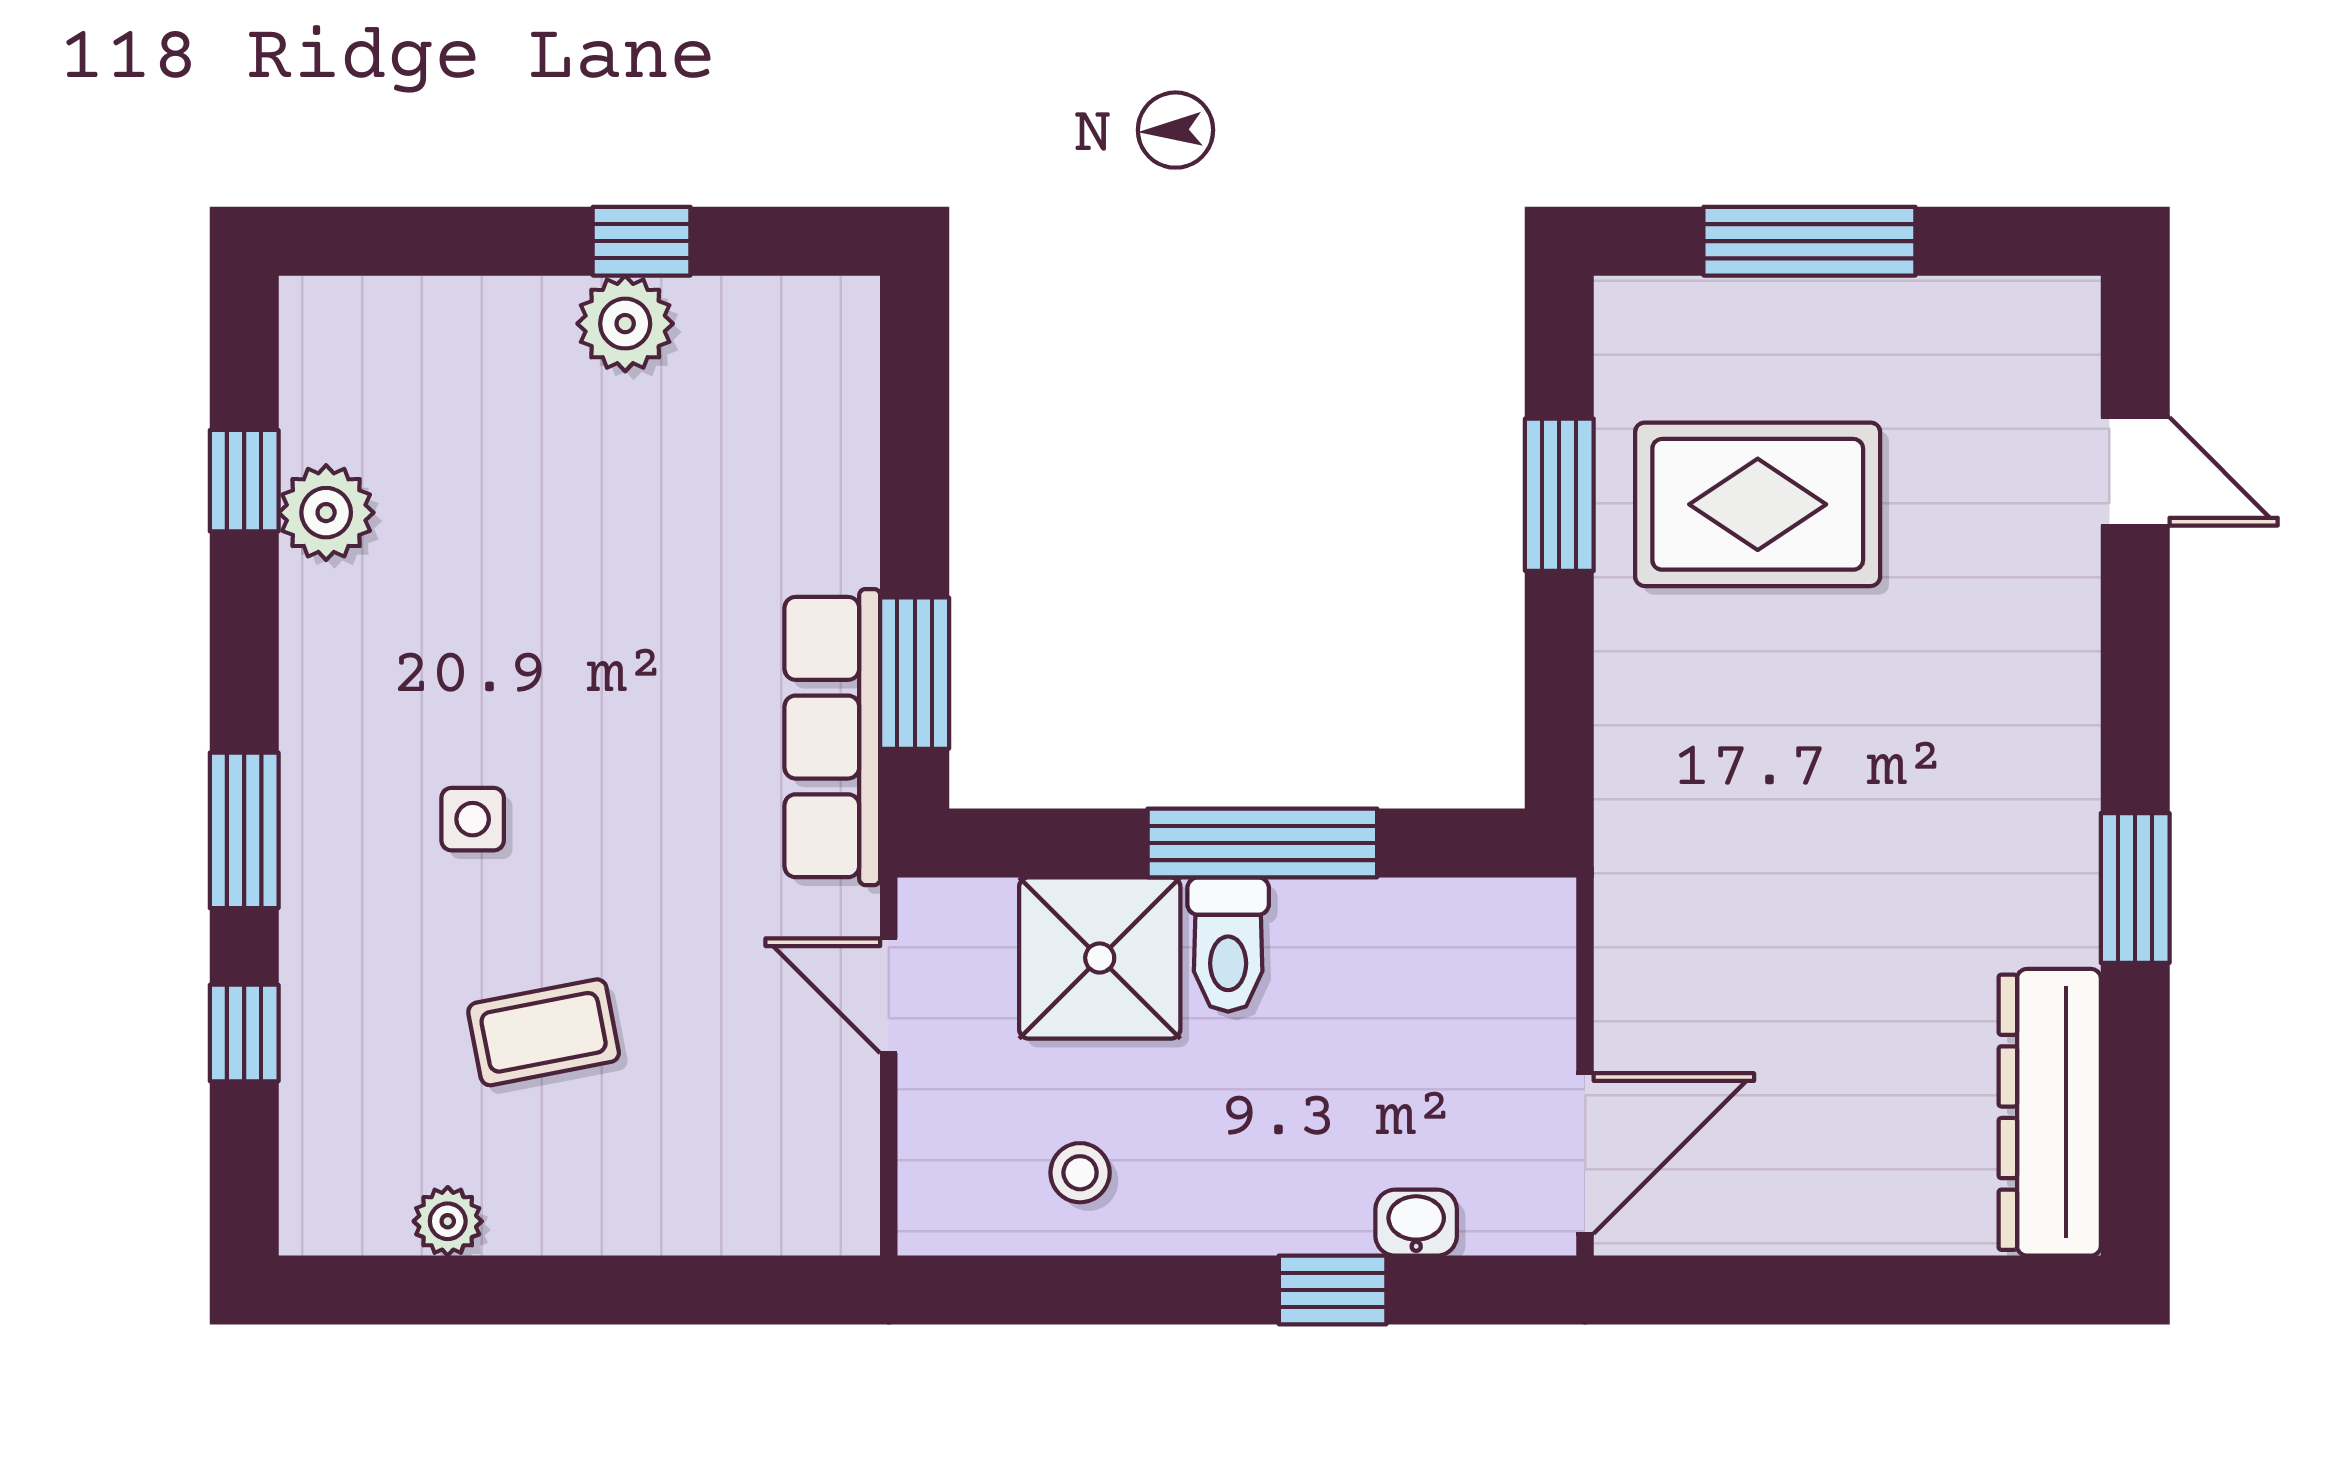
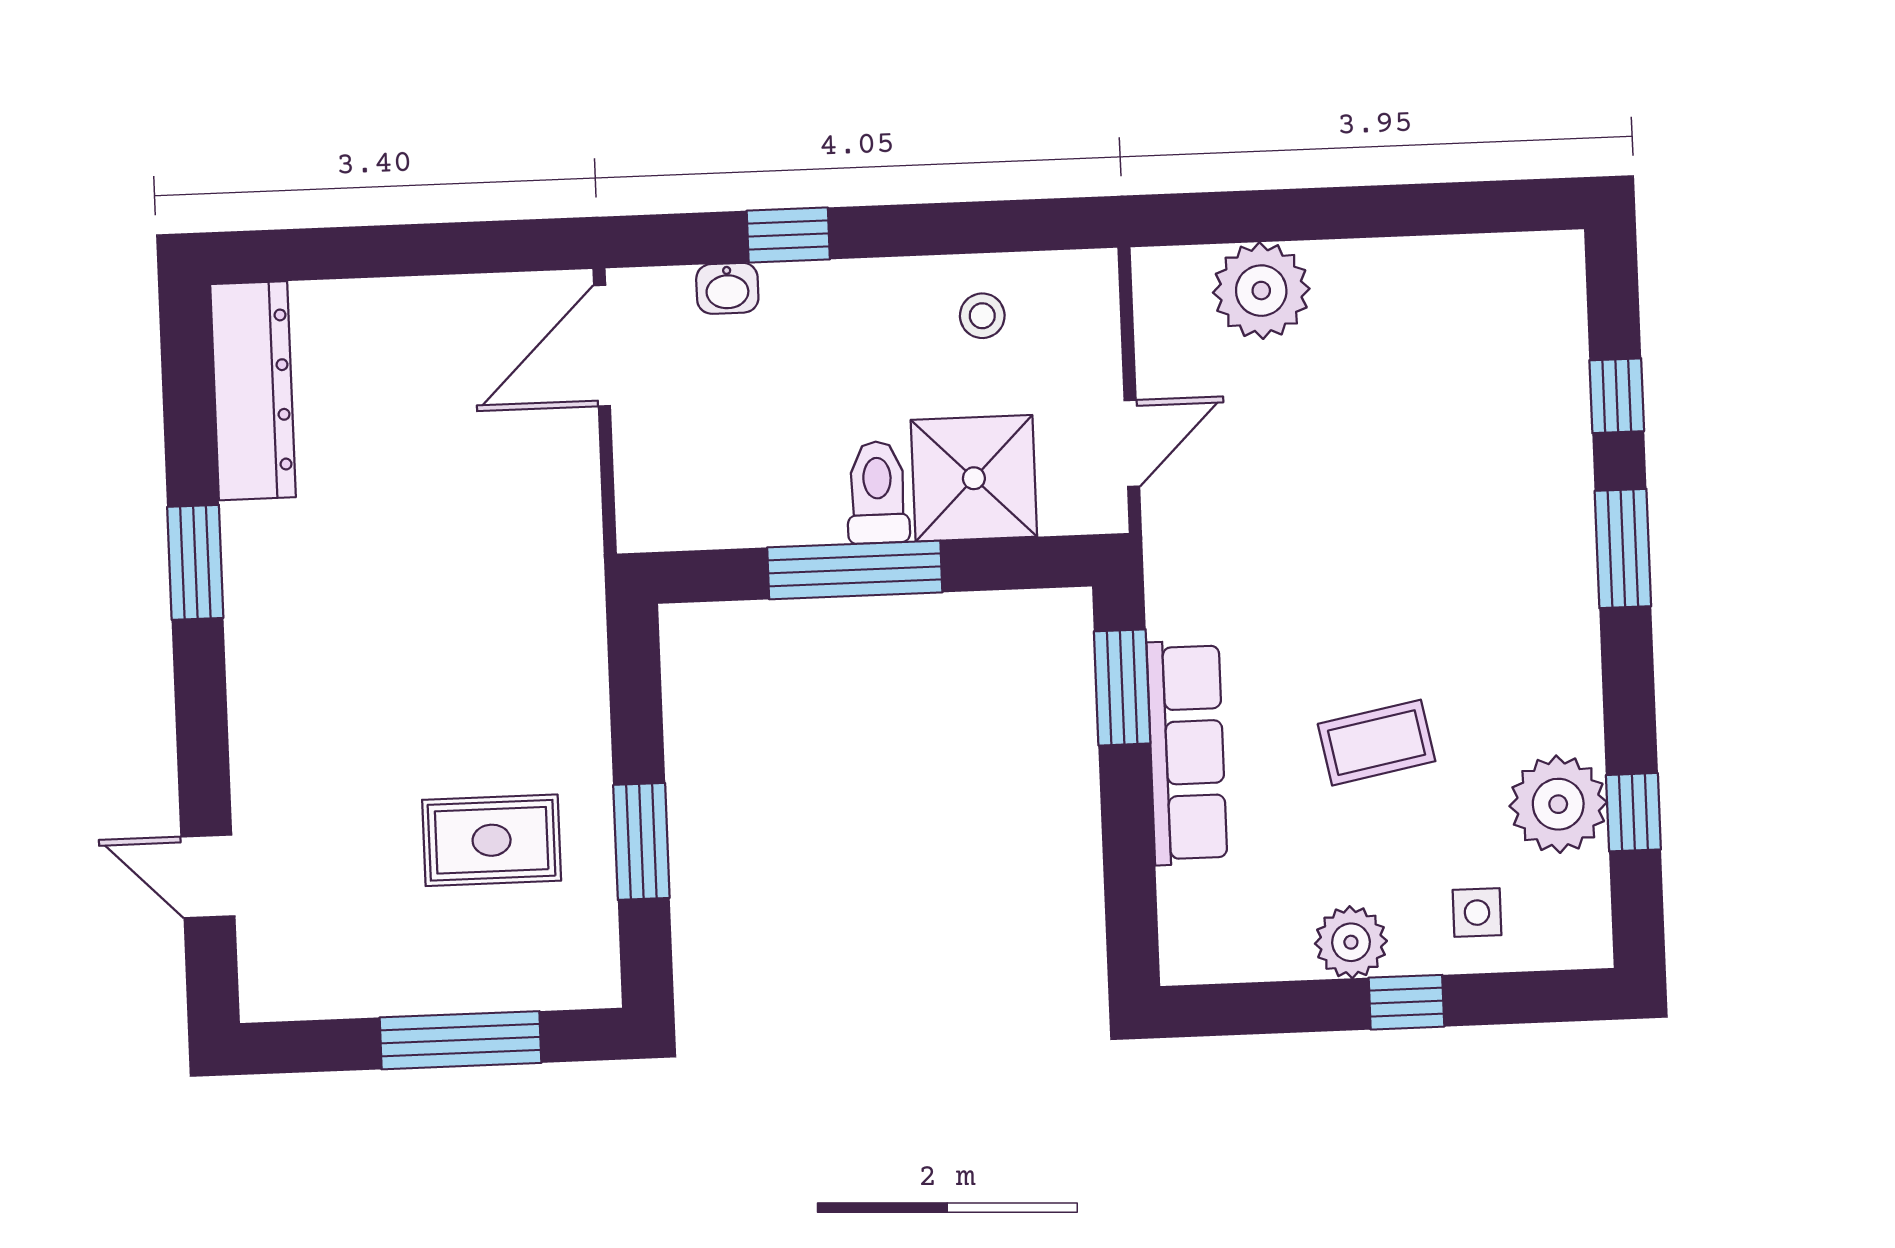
window: (642, 241) -> (1406, 1002), moved
rug: (1758, 504) -> (492, 840), width x0.73, depth x0.70
plant: (326, 513) -> (1558, 804), width x1.36, depth x1.36
row of seats: (832, 737) -> (1187, 753), moved
side table: (473, 819) -> (1477, 913), moved
door: (889, 996) -> (1132, 443), hinge flipped
coffee table: (544, 1032) -> (1377, 743), moved
plant: (448, 1221) -> (1261, 291), moved, width x1.88, depth x1.88

